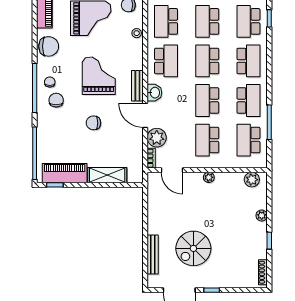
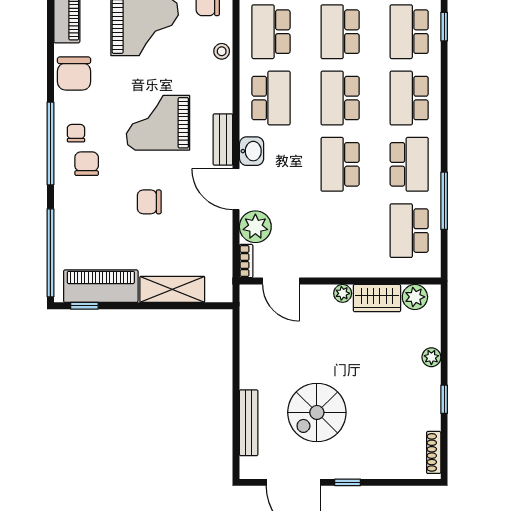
chair: (49, 46) -> (74, 74), turned 90
school desk: (248, 61) -> (409, 98), turned 180
grand piano: (99, 76) -> (158, 123), turned -90
school desk: (207, 140) -> (340, 231), removed
wardrobe: (229, 180) -> (377, 298), added

